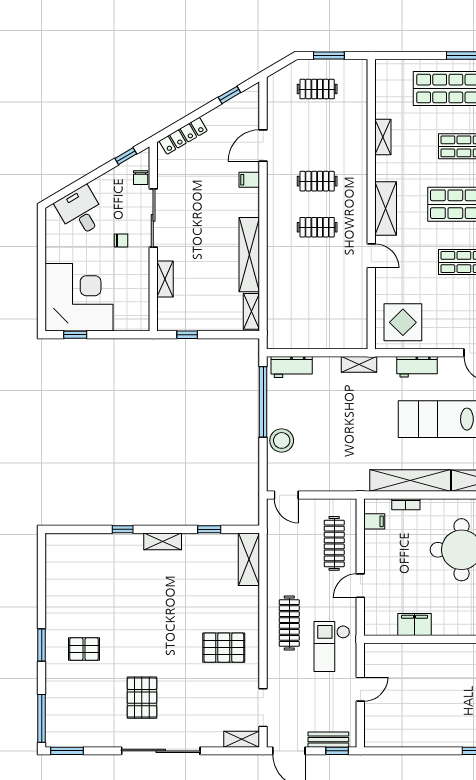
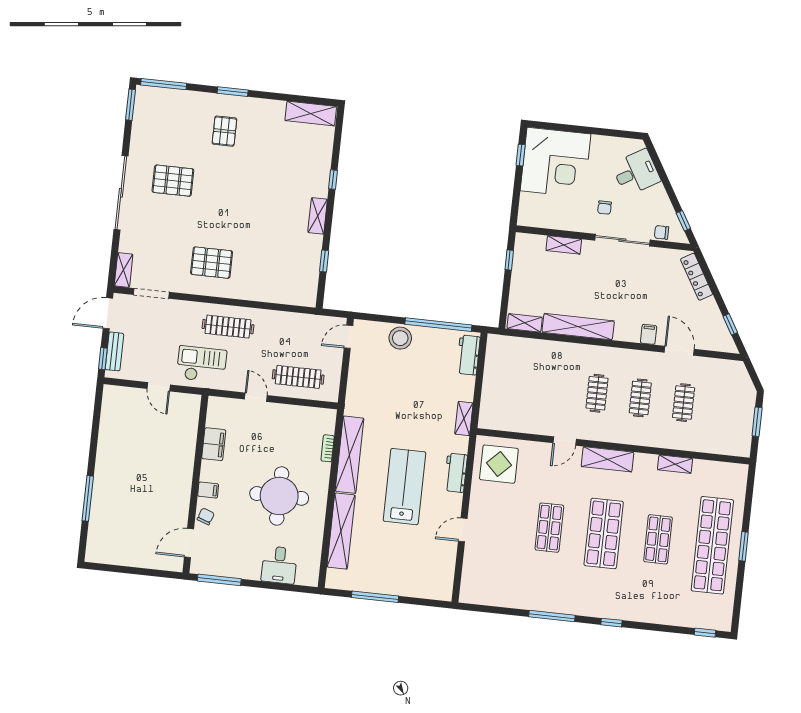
clothes rail: (317, 89) -> (684, 403), moved
filing cabinet: (374, 521) -> (208, 490), moved, turned -90
shelving: (249, 559) -> (311, 114), moved
pallet: (224, 648) -> (212, 263), turned 90

